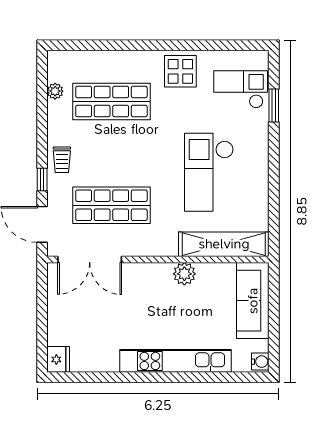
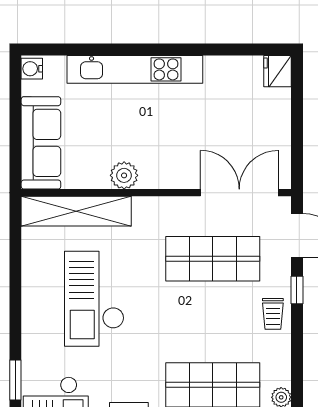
trolley: (62, 160) -> (273, 314), turned 180
checkout: (209, 172) -> (94, 299), turned 180

